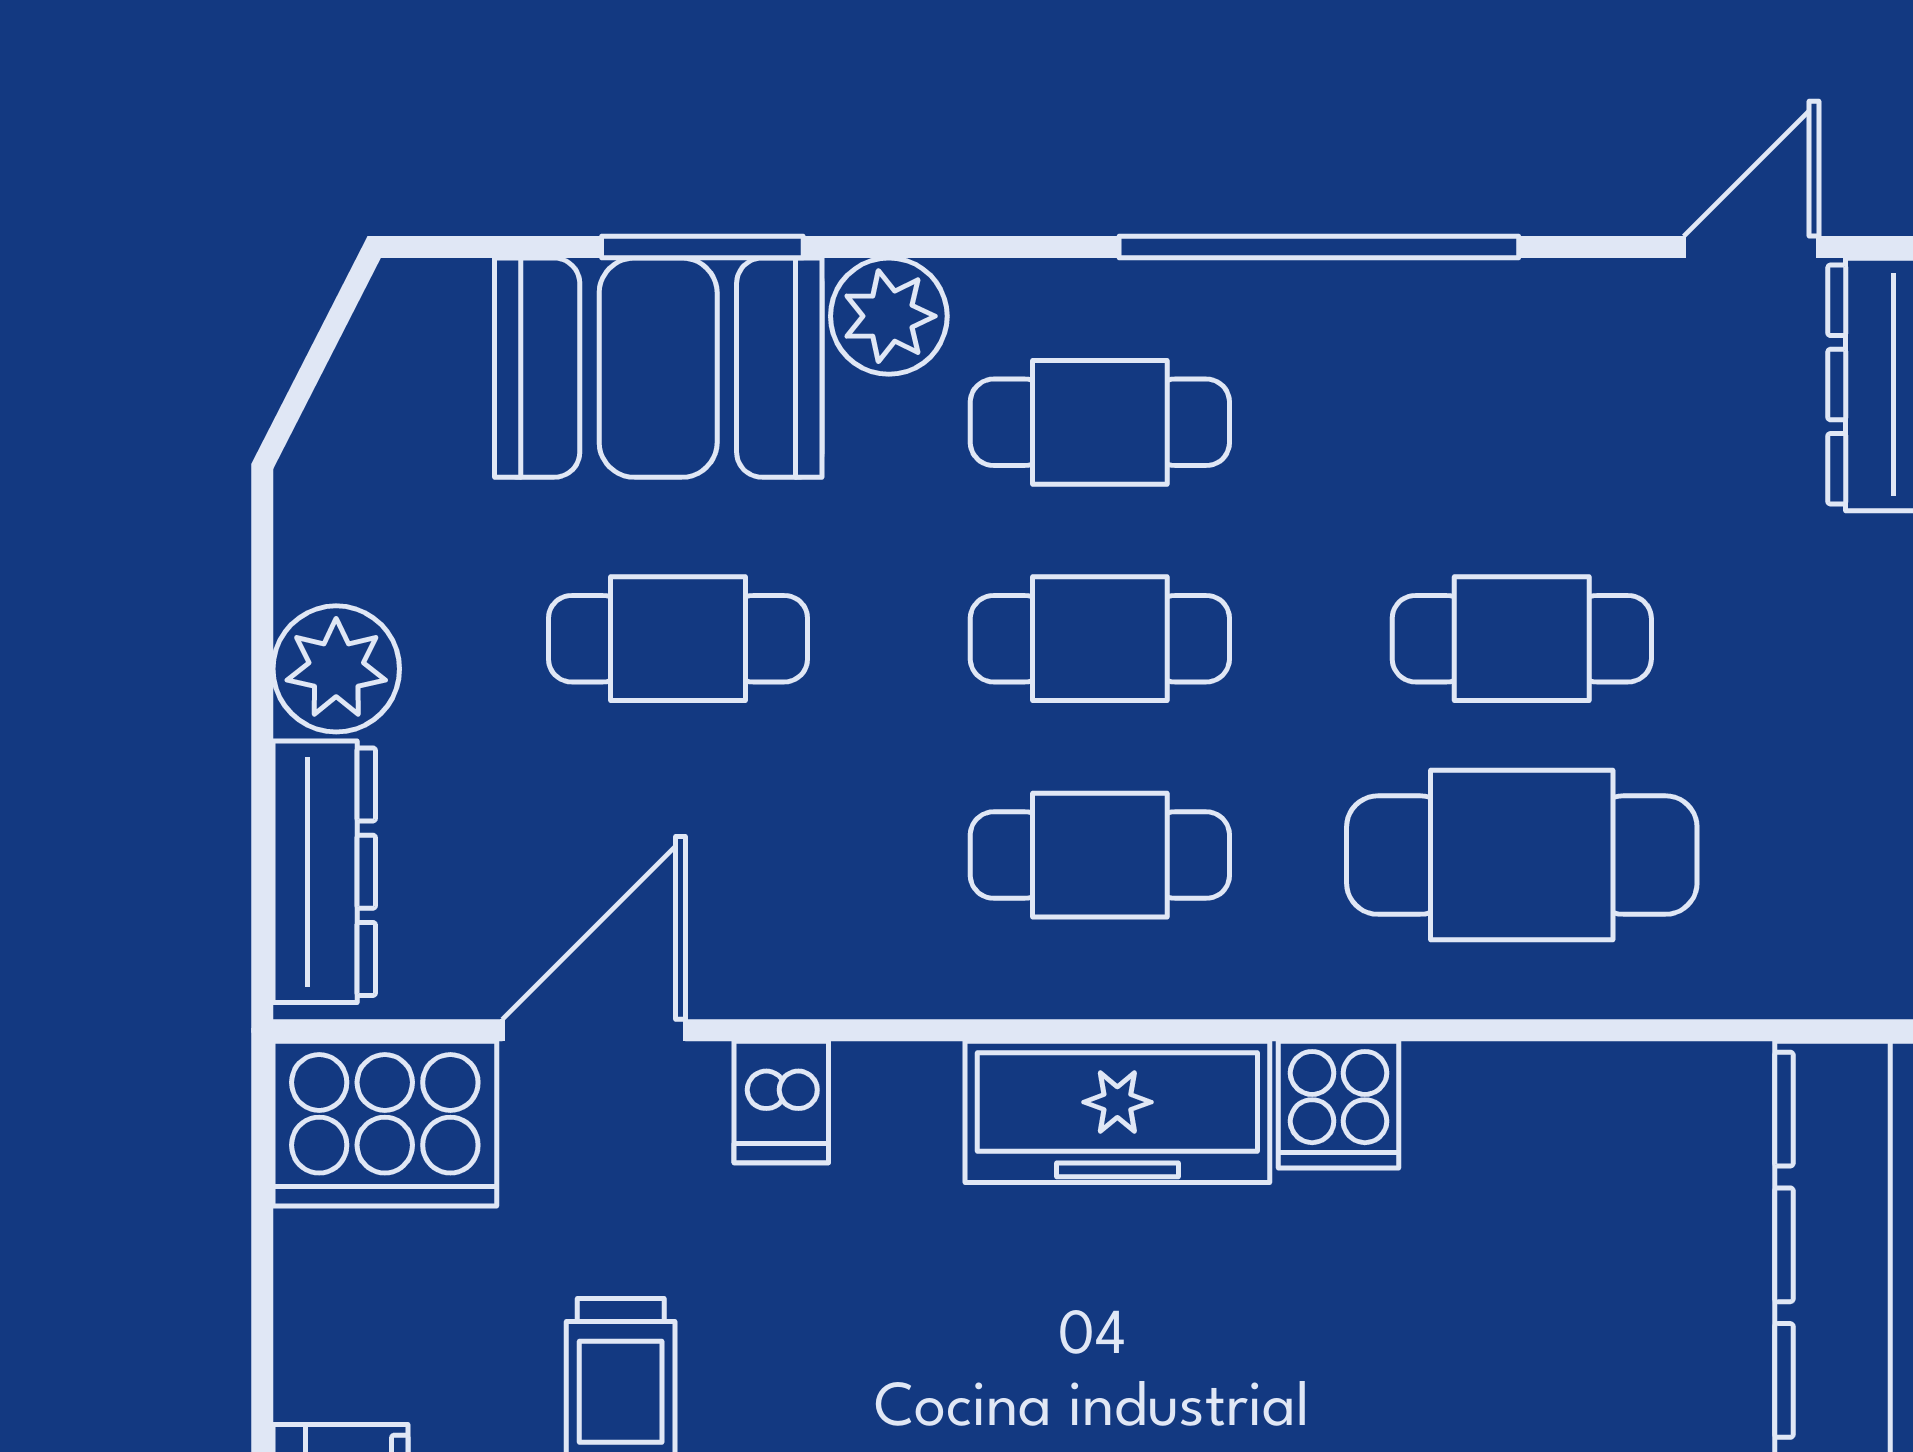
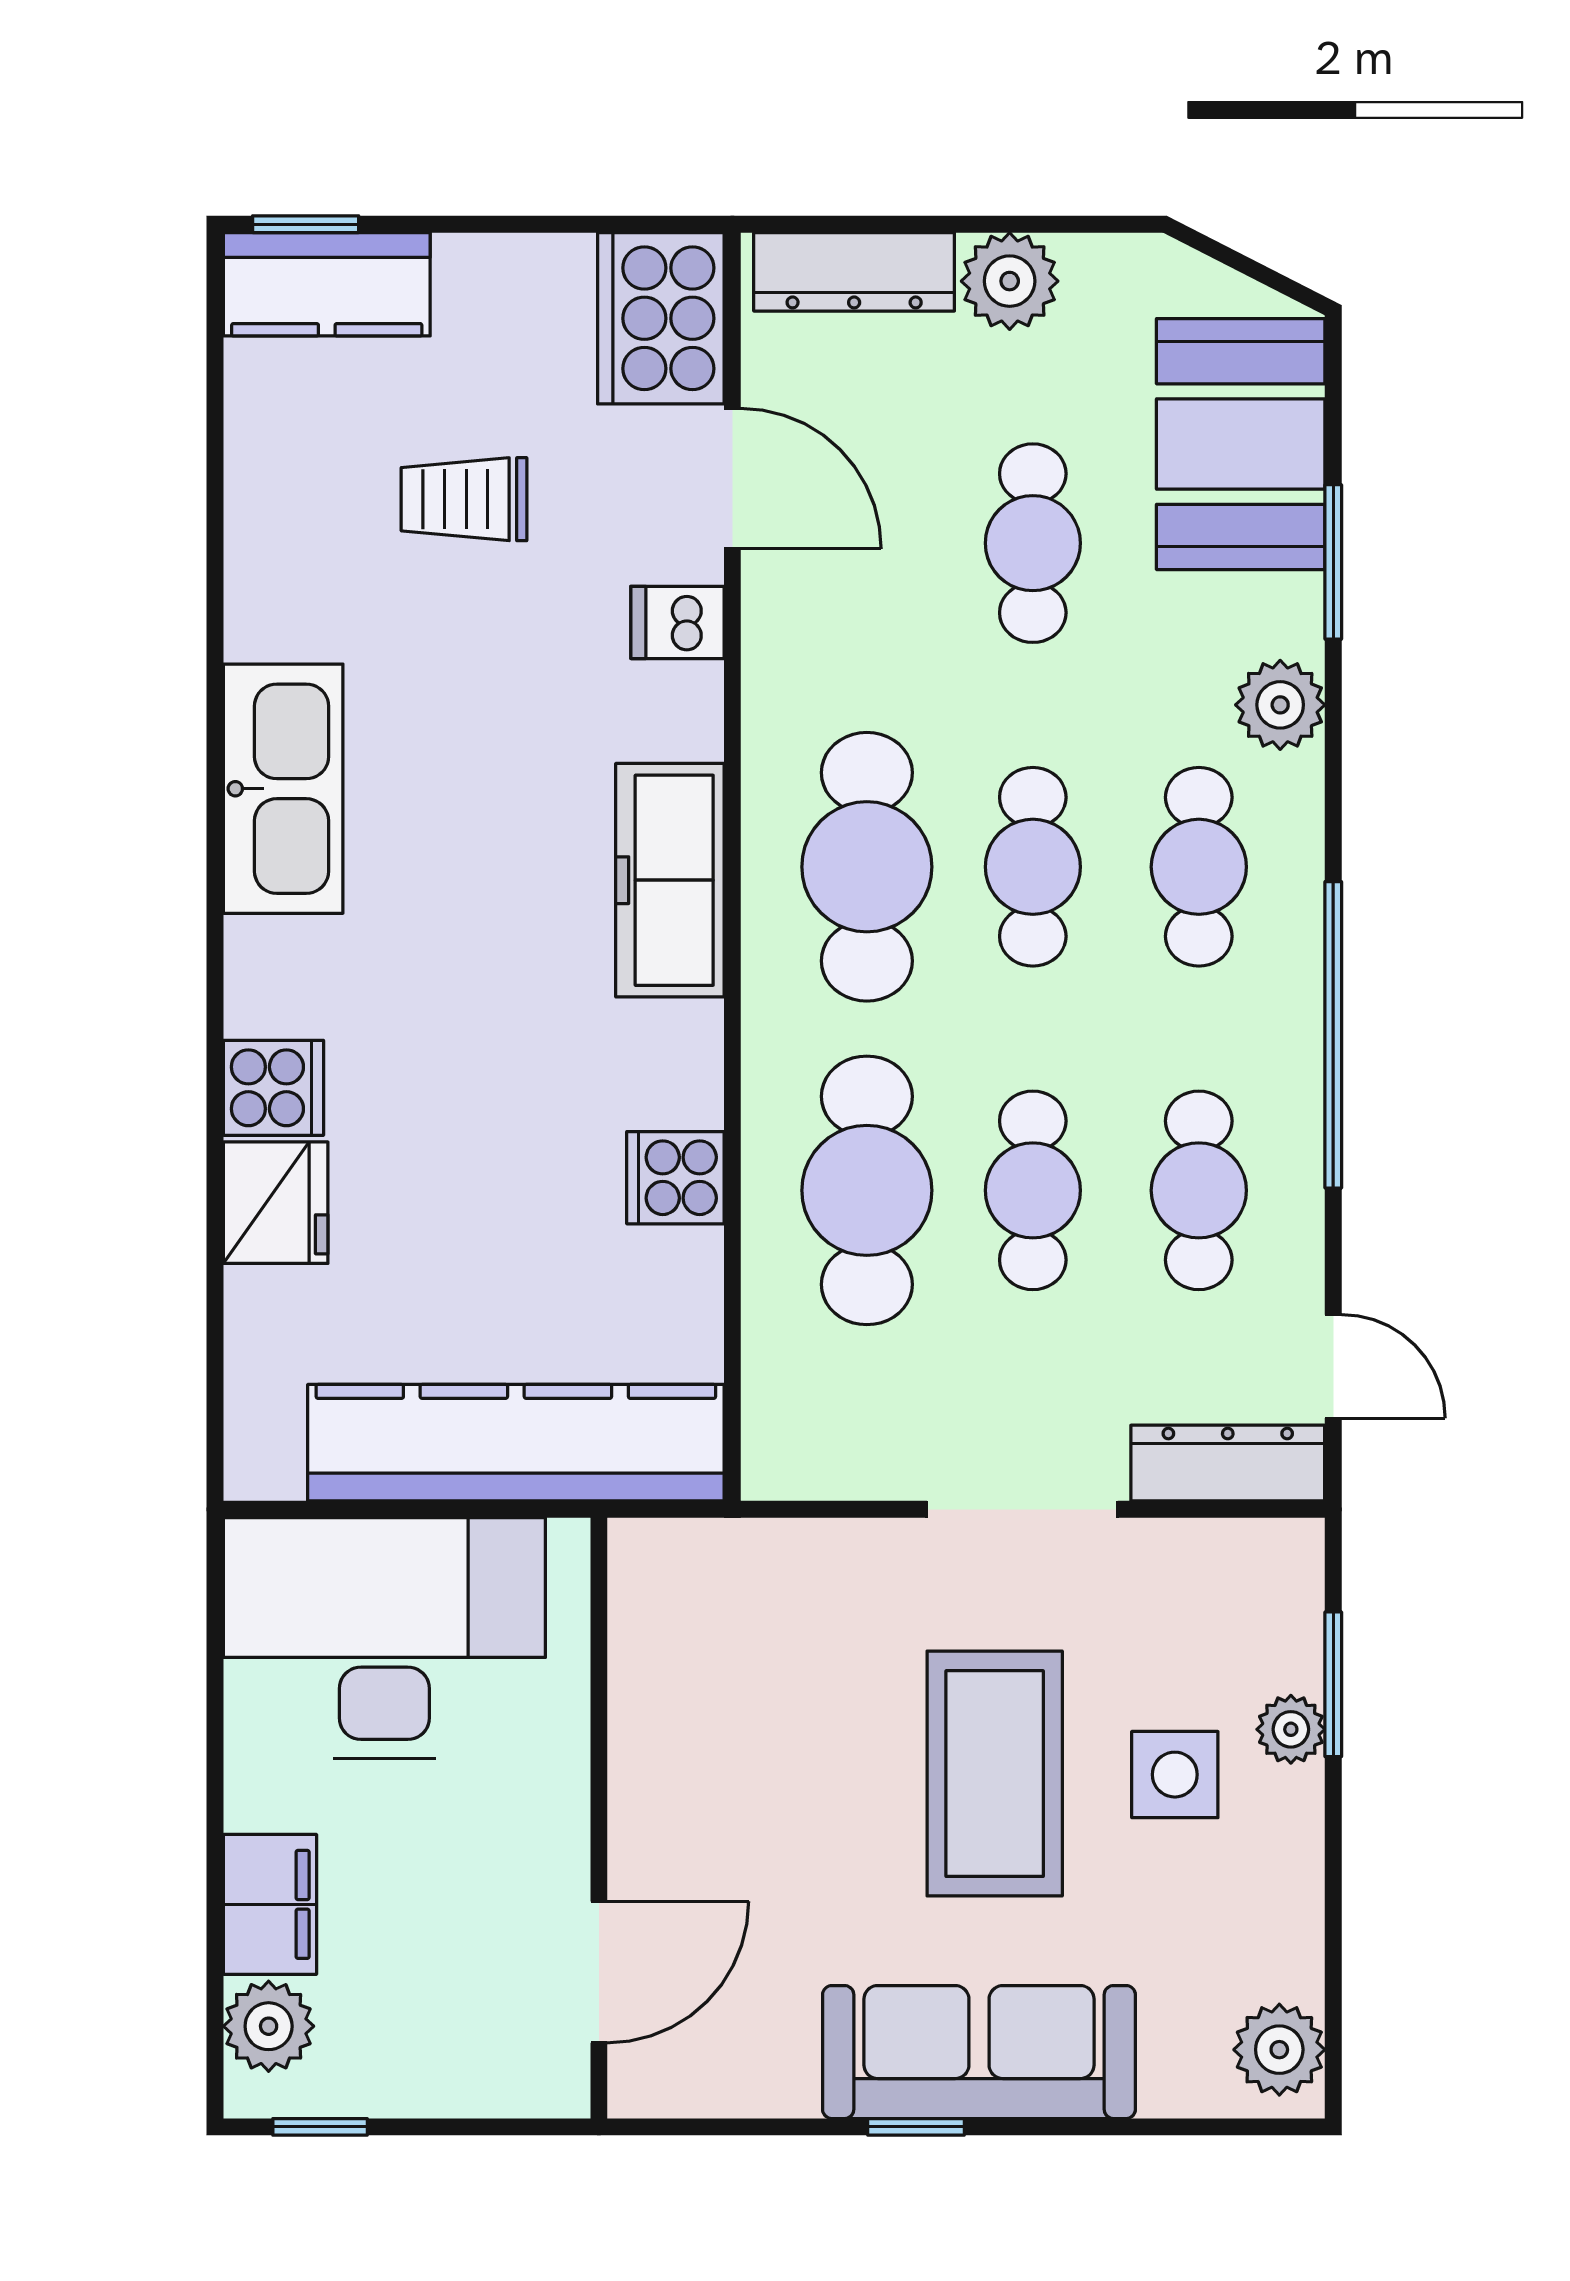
booth: (658, 368) -> (1241, 444), moved
cafe table: (1522, 422) -> (1199, 1190), added
cafe table: (1100, 855) -> (867, 867), width x1.37, depth x1.35
cooker: (1339, 1105) -> (675, 1178), moved

